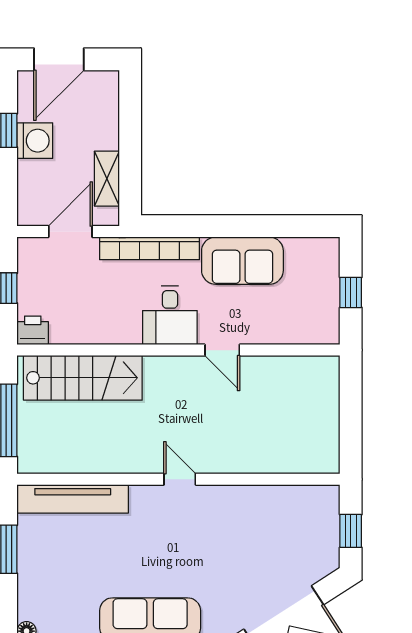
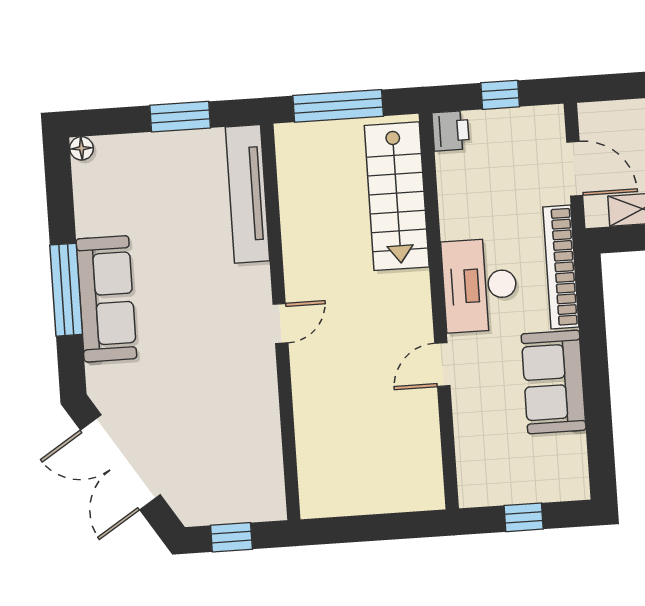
desk: (170, 315) -> (480, 285), width x1.37

